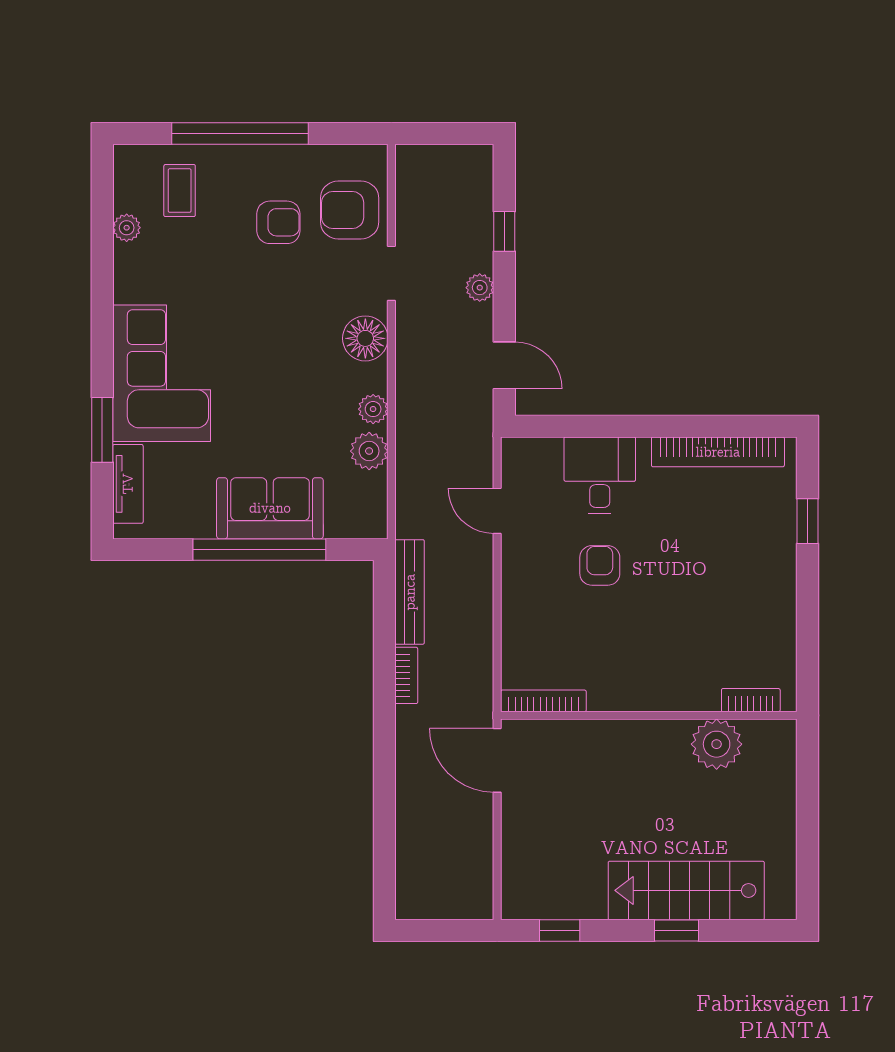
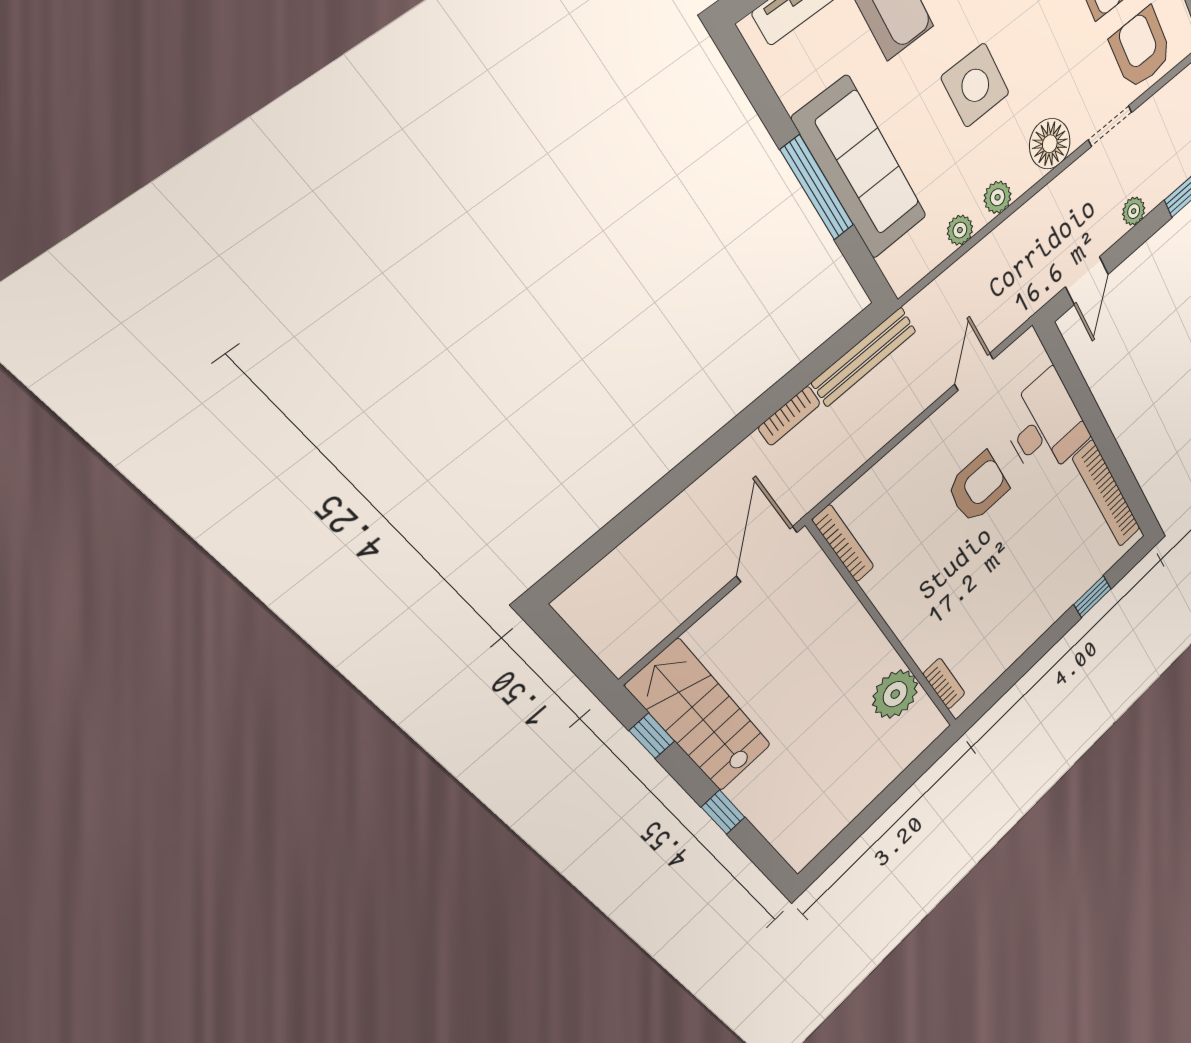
side table: (275, 379) -> (975, 85), added
plant: (369, 451) -> (960, 230), width x0.73, depth x0.73
desk: (600, 475) -> (1045, 426), width x1.37
sofa: (270, 508) -> (861, 169), width x1.36
window: (259, 550) -> (817, 188), width x0.68
armchair: (600, 565) -> (978, 487), width x1.38, depth x1.38
stairs: (686, 890) -> (700, 716), moved

